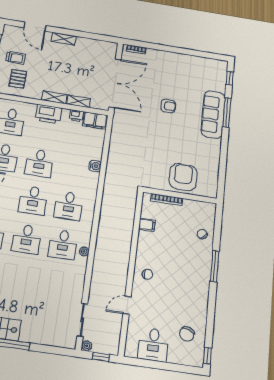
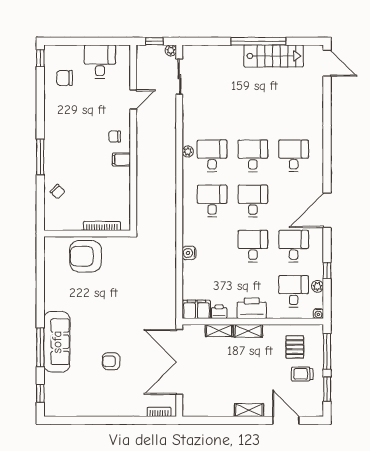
armchair: (168, 106) -> (111, 361), moved
armchair: (183, 177) -> (86, 256), turned 90
filing cabinet: (147, 225) -> (121, 160), moved
chair: (187, 334) -> (65, 78), turned -108

